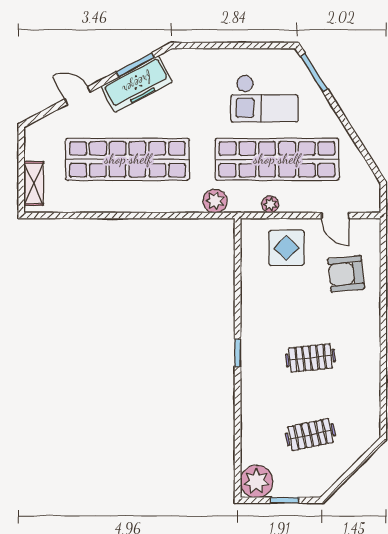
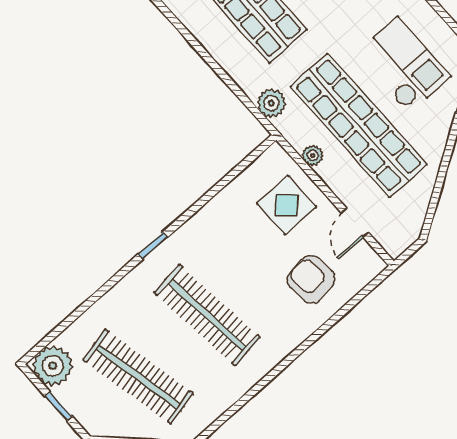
checkout: (264, 98) -> (403, 65), turned 180
clothes rail: (310, 358) -> (207, 315), width x1.86, depth x1.31
clothes rail: (310, 435) -> (138, 377), width x1.86, depth x1.31

